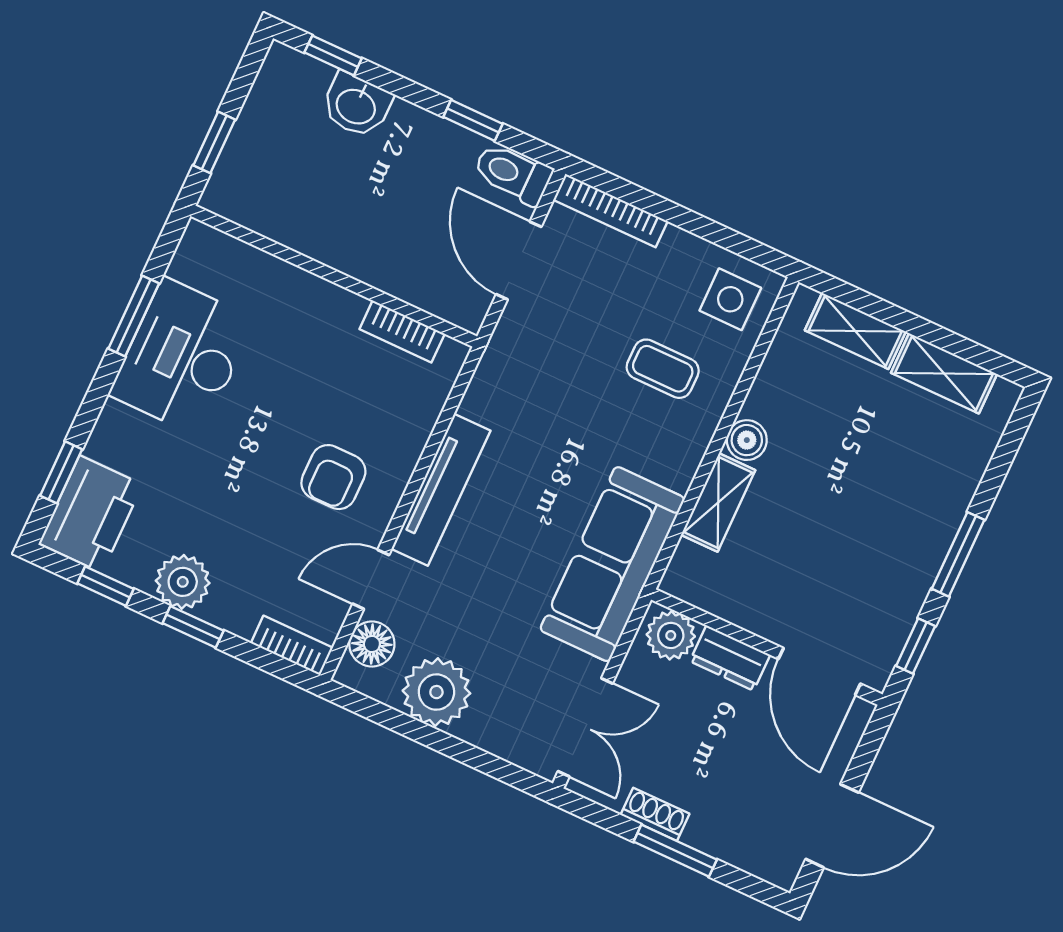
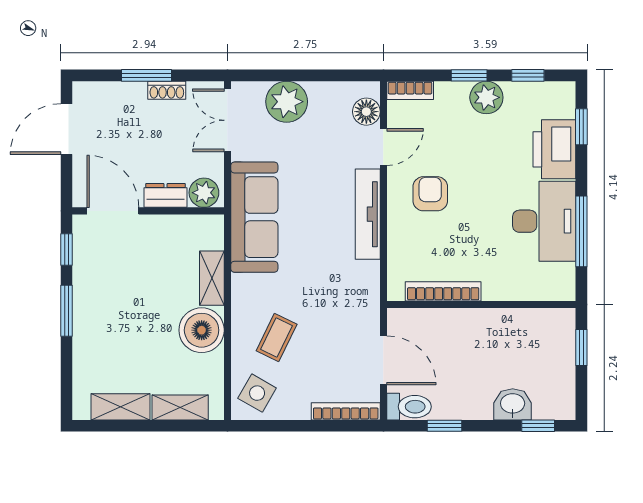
side table: (730, 299) -> (257, 393), turned 30
window: (134, 316) -> (581, 231), width x1.44
bookcase: (402, 332) -> (443, 291), width x1.56
coffee table: (663, 369) -> (277, 338), turned -64
boiler: (747, 440) -> (202, 330), width x1.86, depth x1.86
printer: (91, 514) -> (554, 149), moved
plant: (436, 692) -> (287, 102), moved

